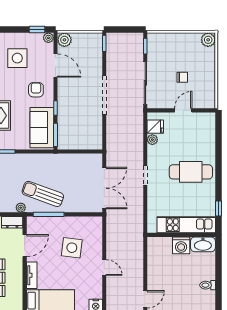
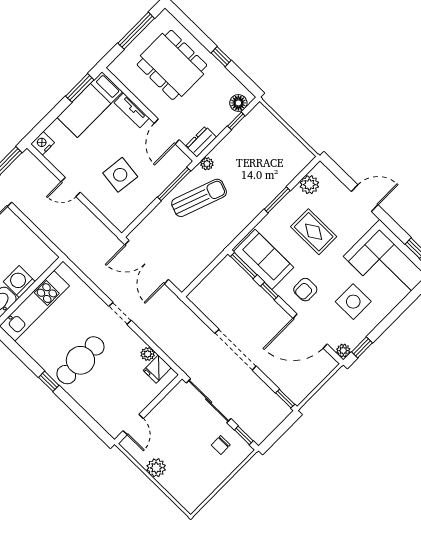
plant: (64, 40) -> (326, 364), removed
plant: (208, 40) -> (156, 468), moved
door: (55, 65) -> (310, 331), width x1.36
chair: (182, 77) -> (221, 445), moved
armchair: (36, 90) -> (305, 290), turned 90
door: (183, 110) -> (133, 425), moved
window: (218, 208) -> (49, 381), moved

